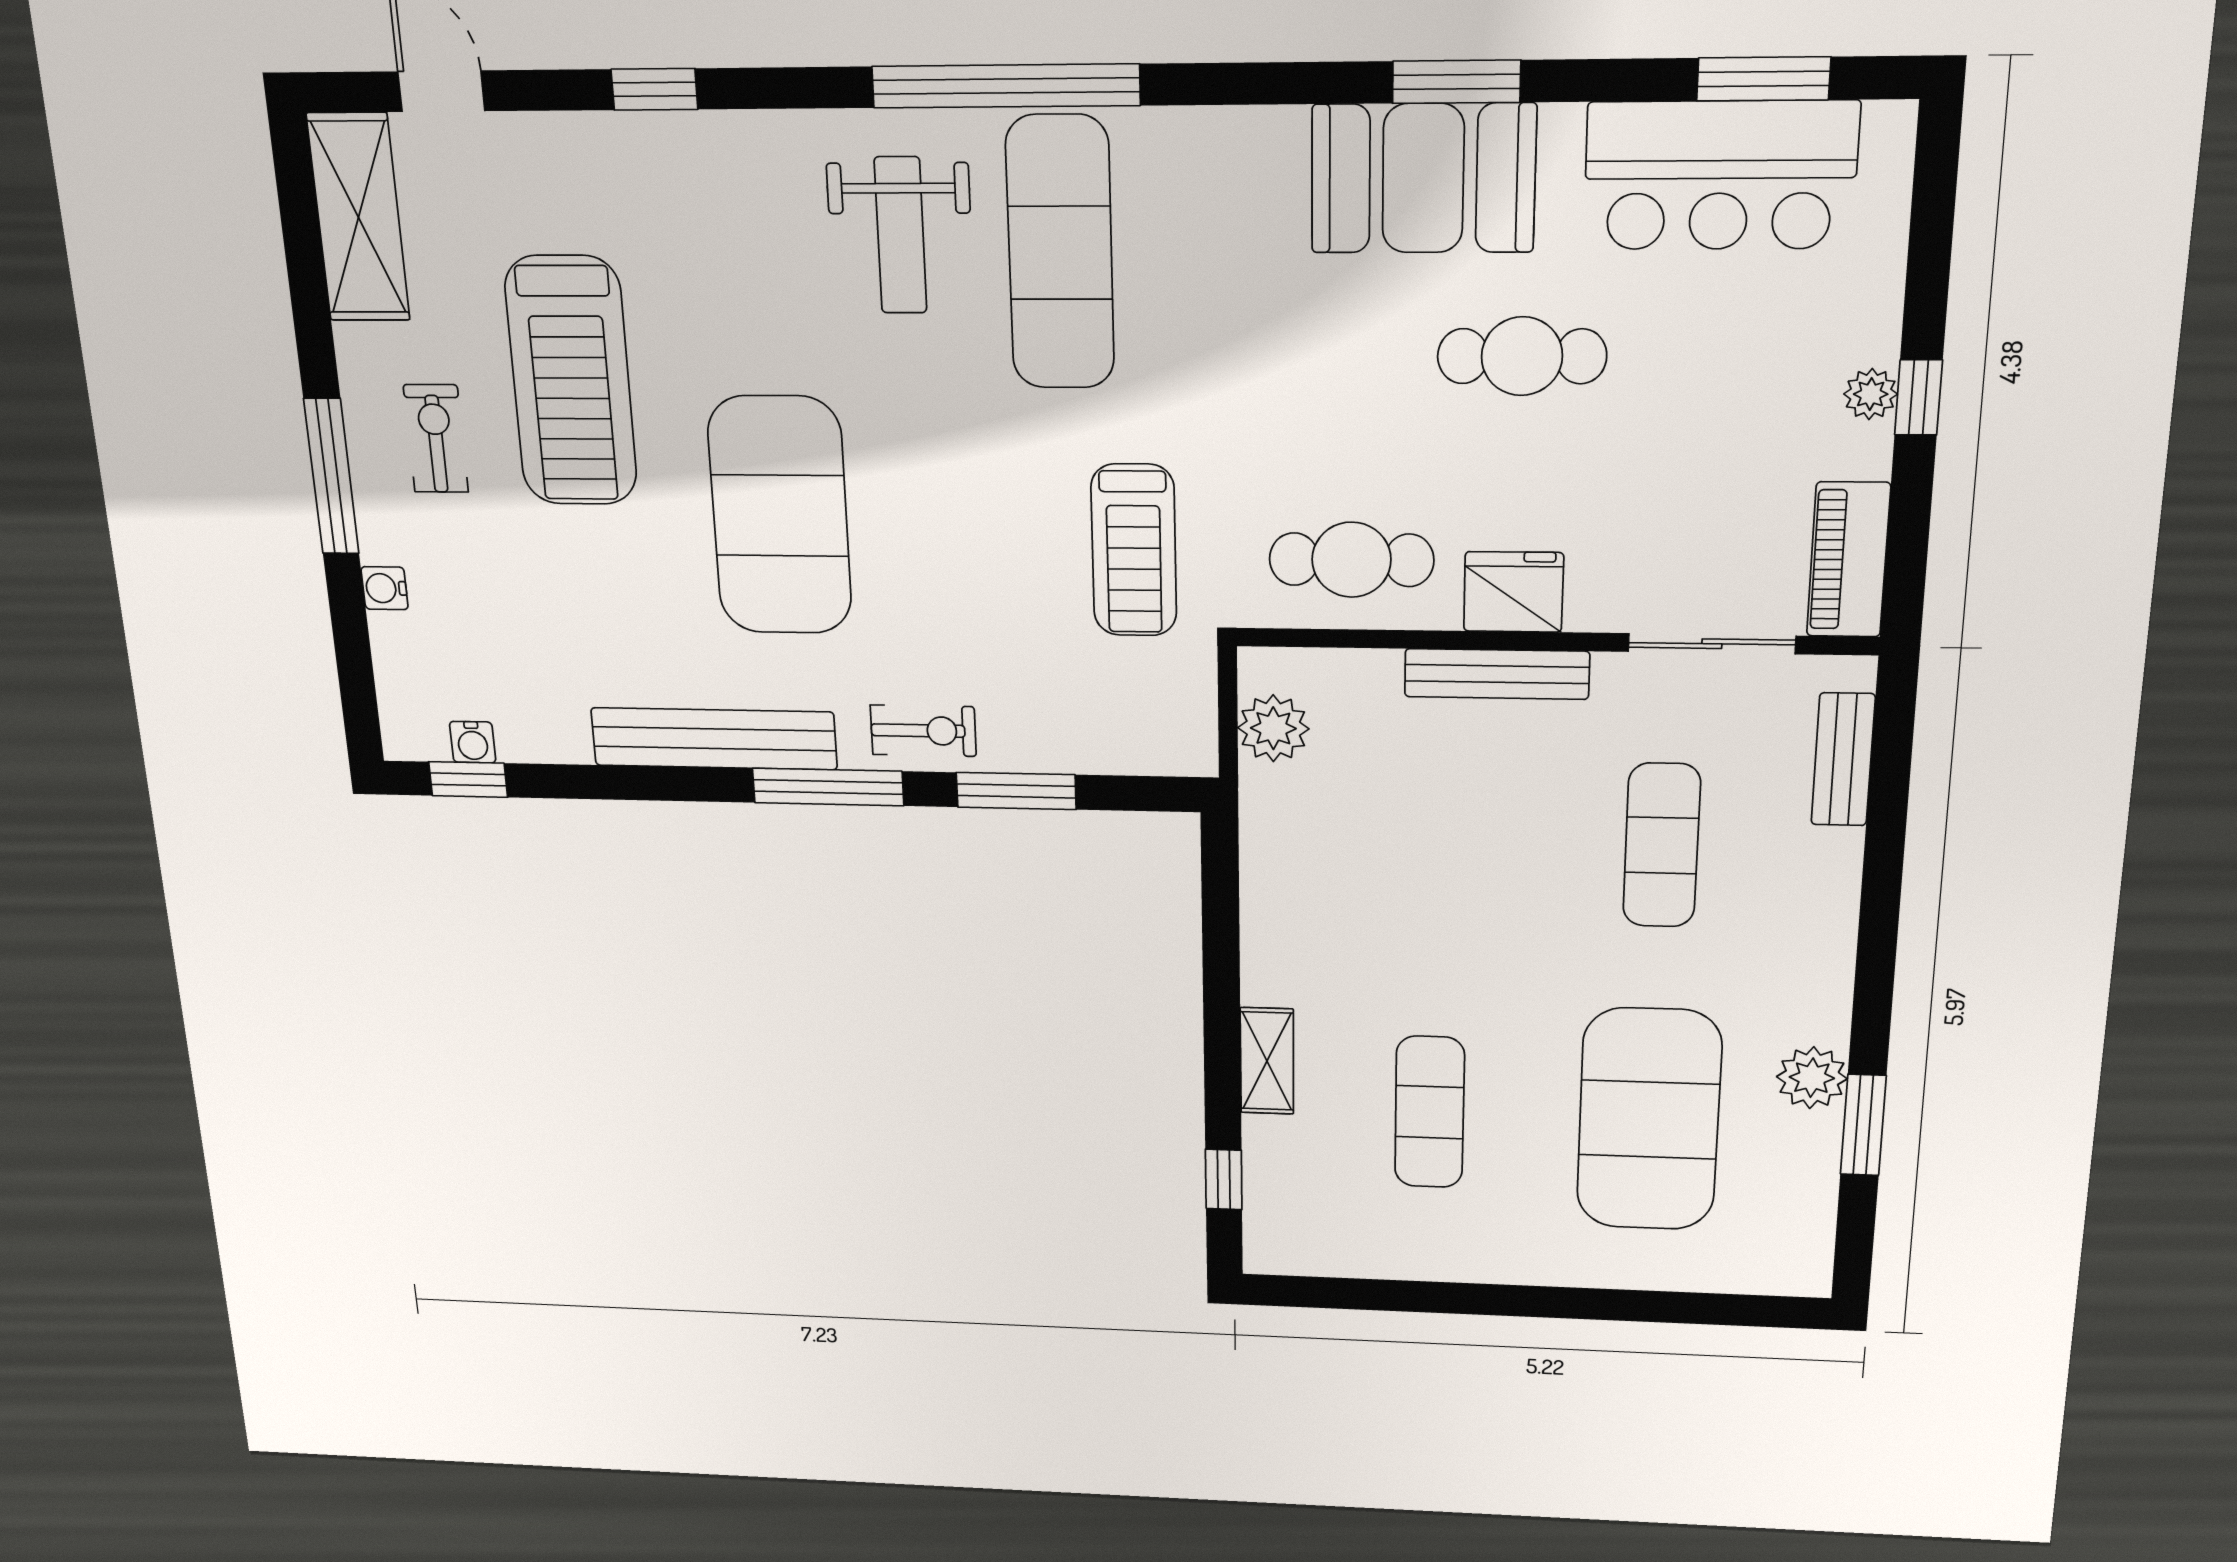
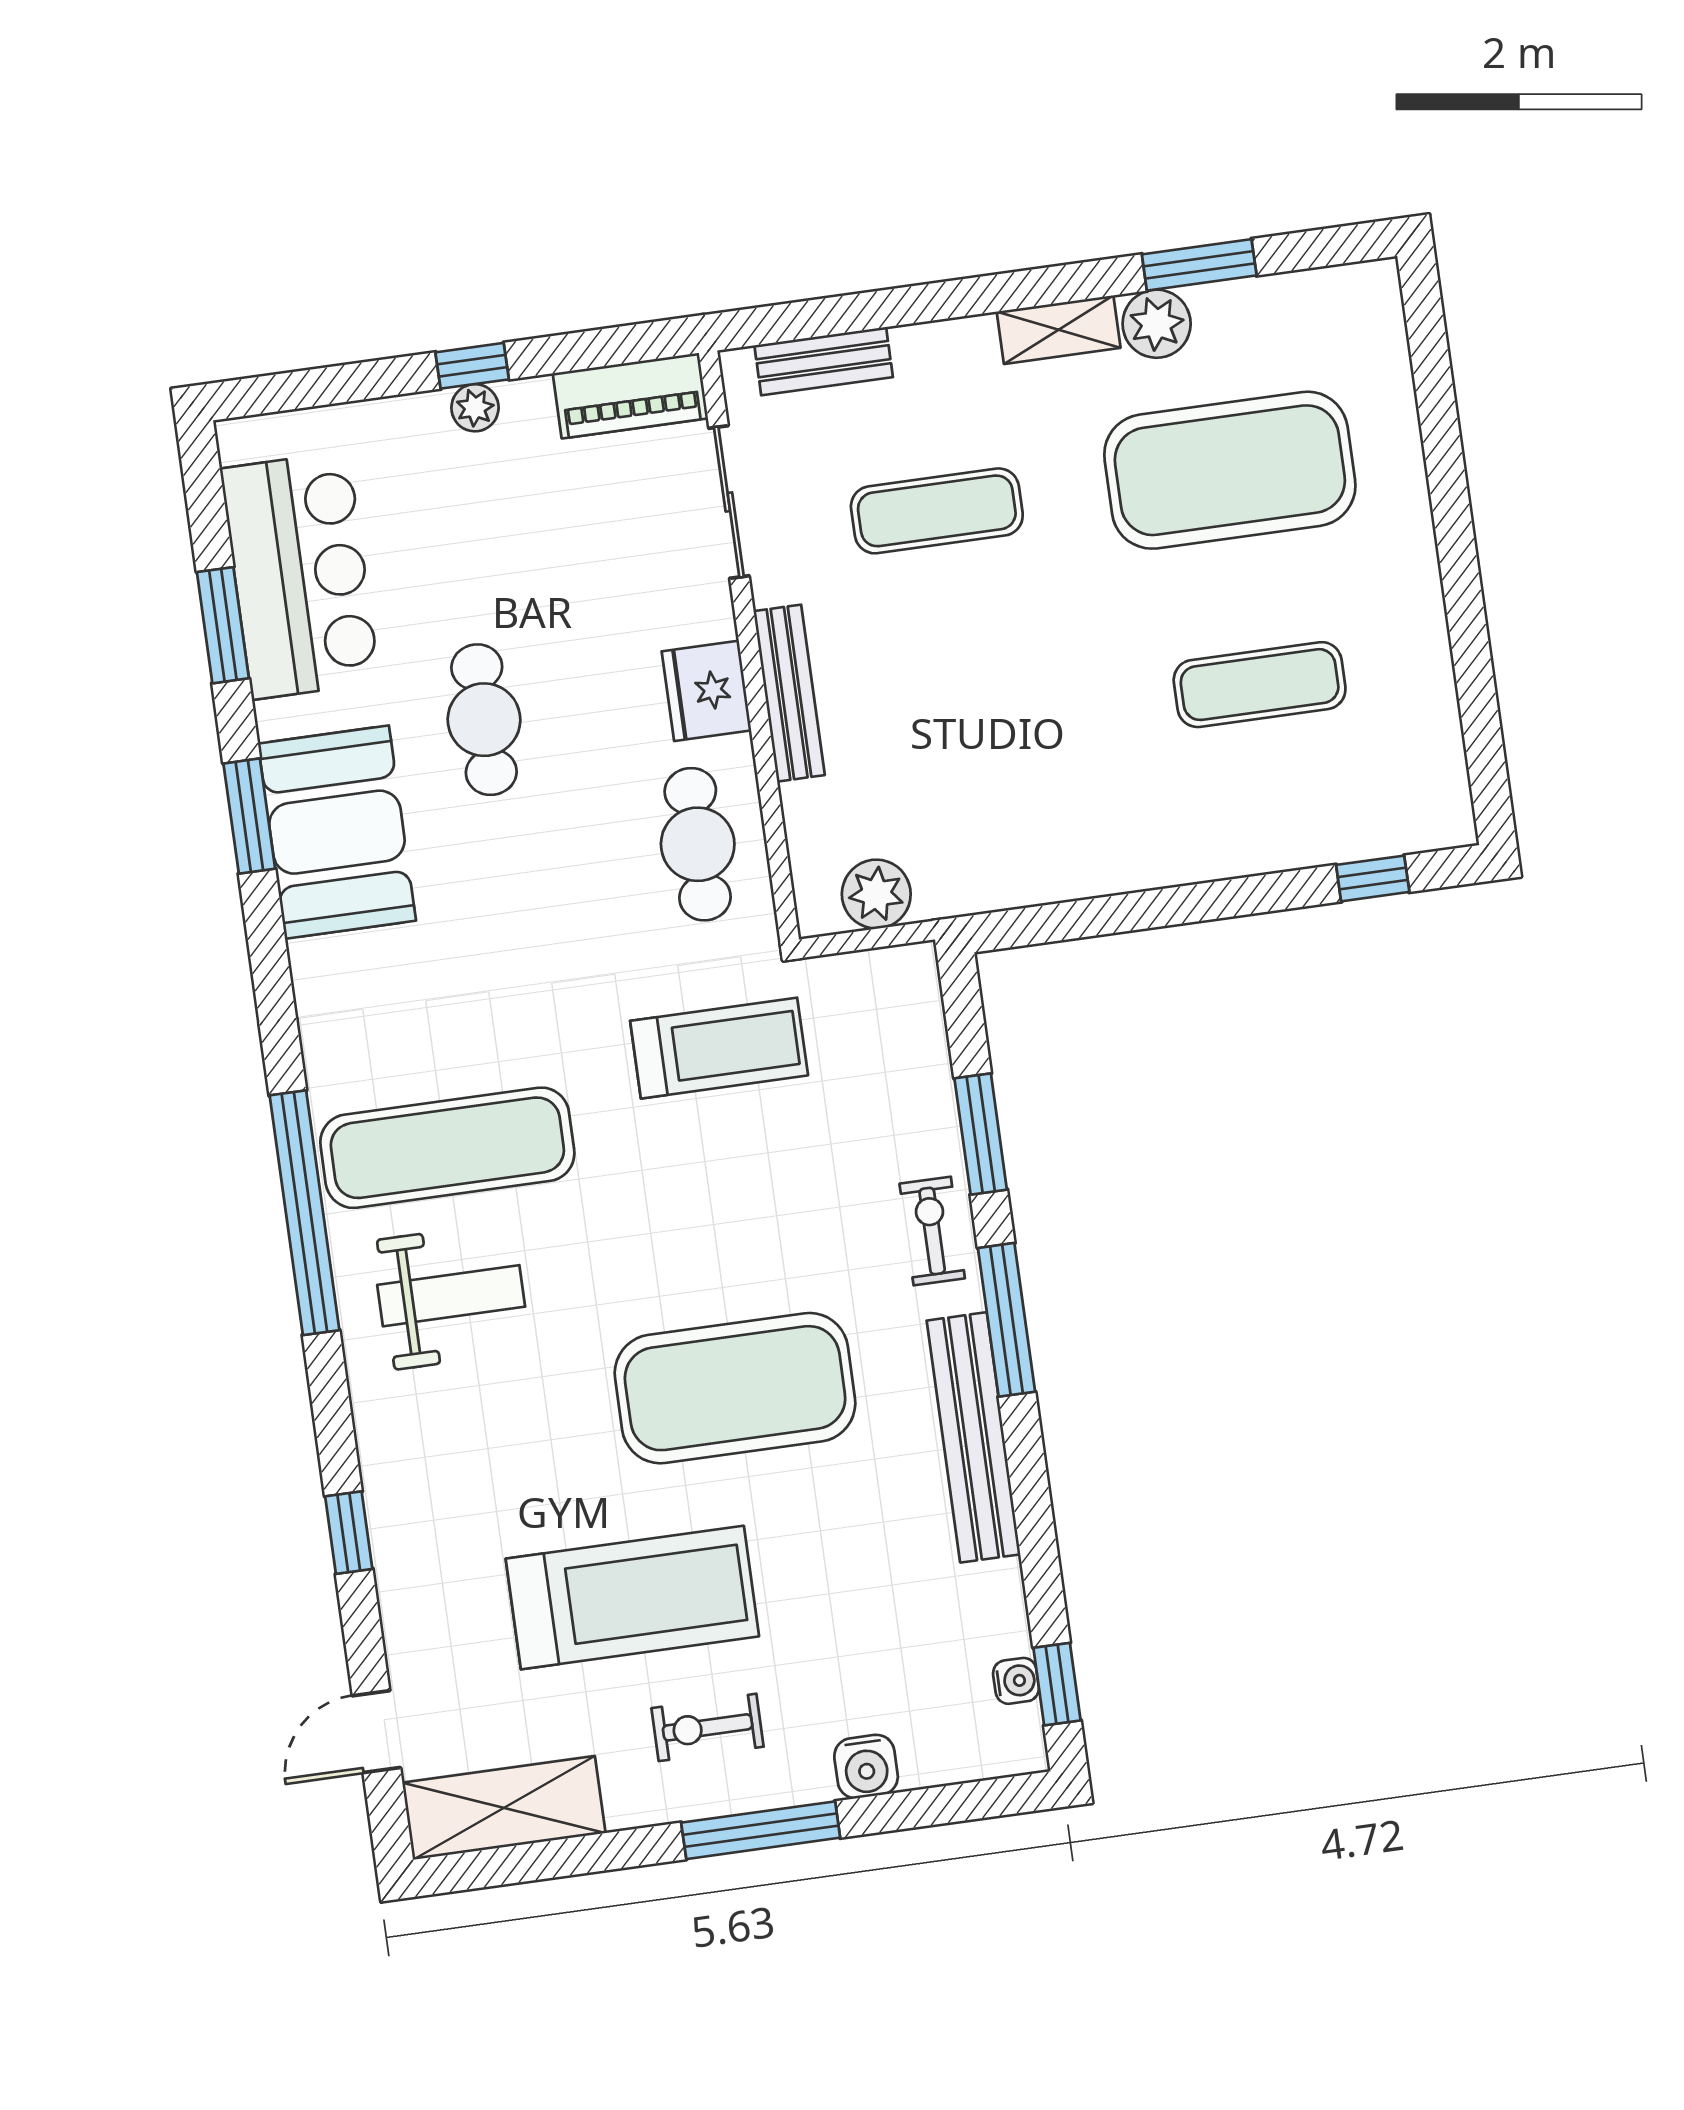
window: (1763, 79) -> (223, 625), moved
water cooler: (385, 588) -> (866, 1767), width x1.38, depth x1.38
shelving: (1267, 1061) -> (1059, 330), moved

